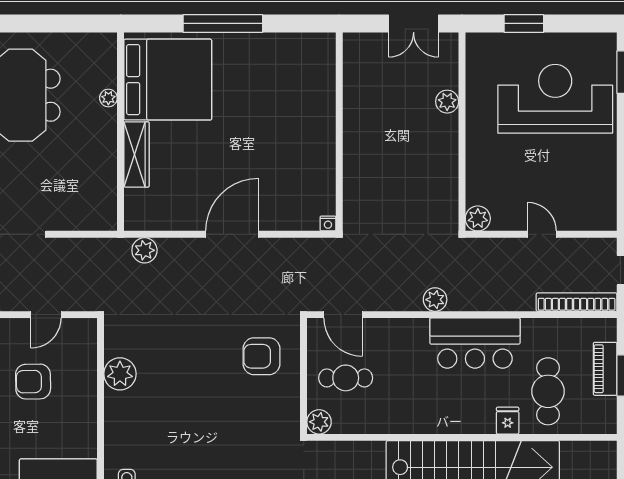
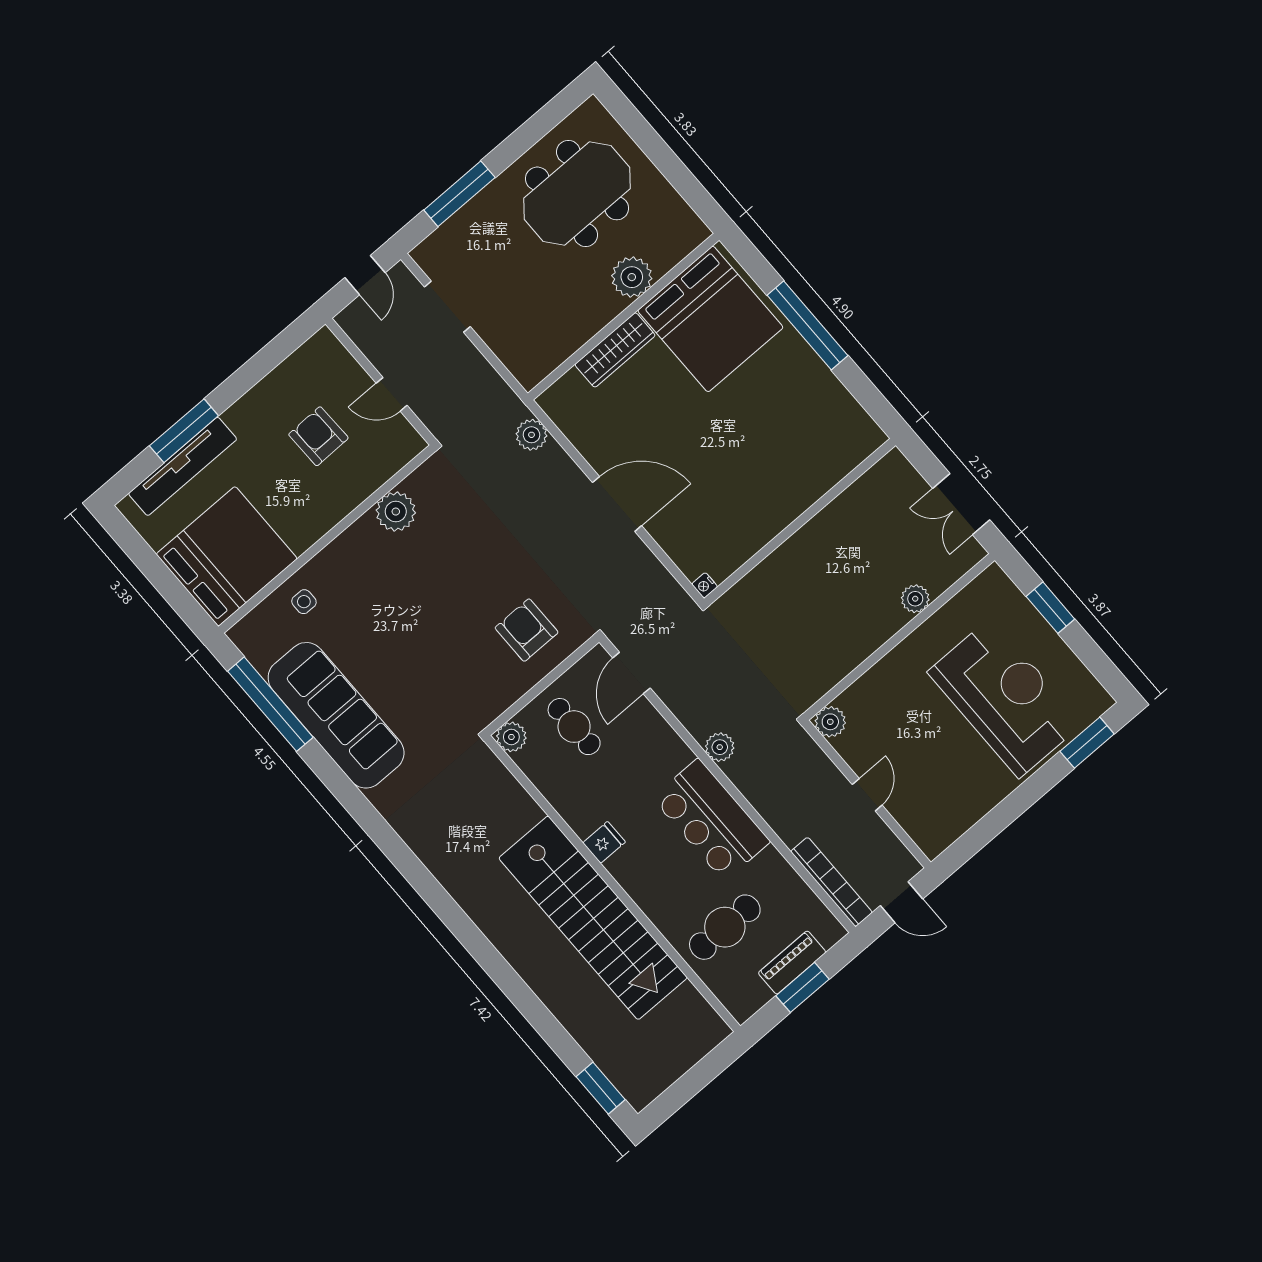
plant: (108, 98) -> (632, 277), width x1.87, depth x1.87
fridge: (508, 421) -> (604, 842), moved

